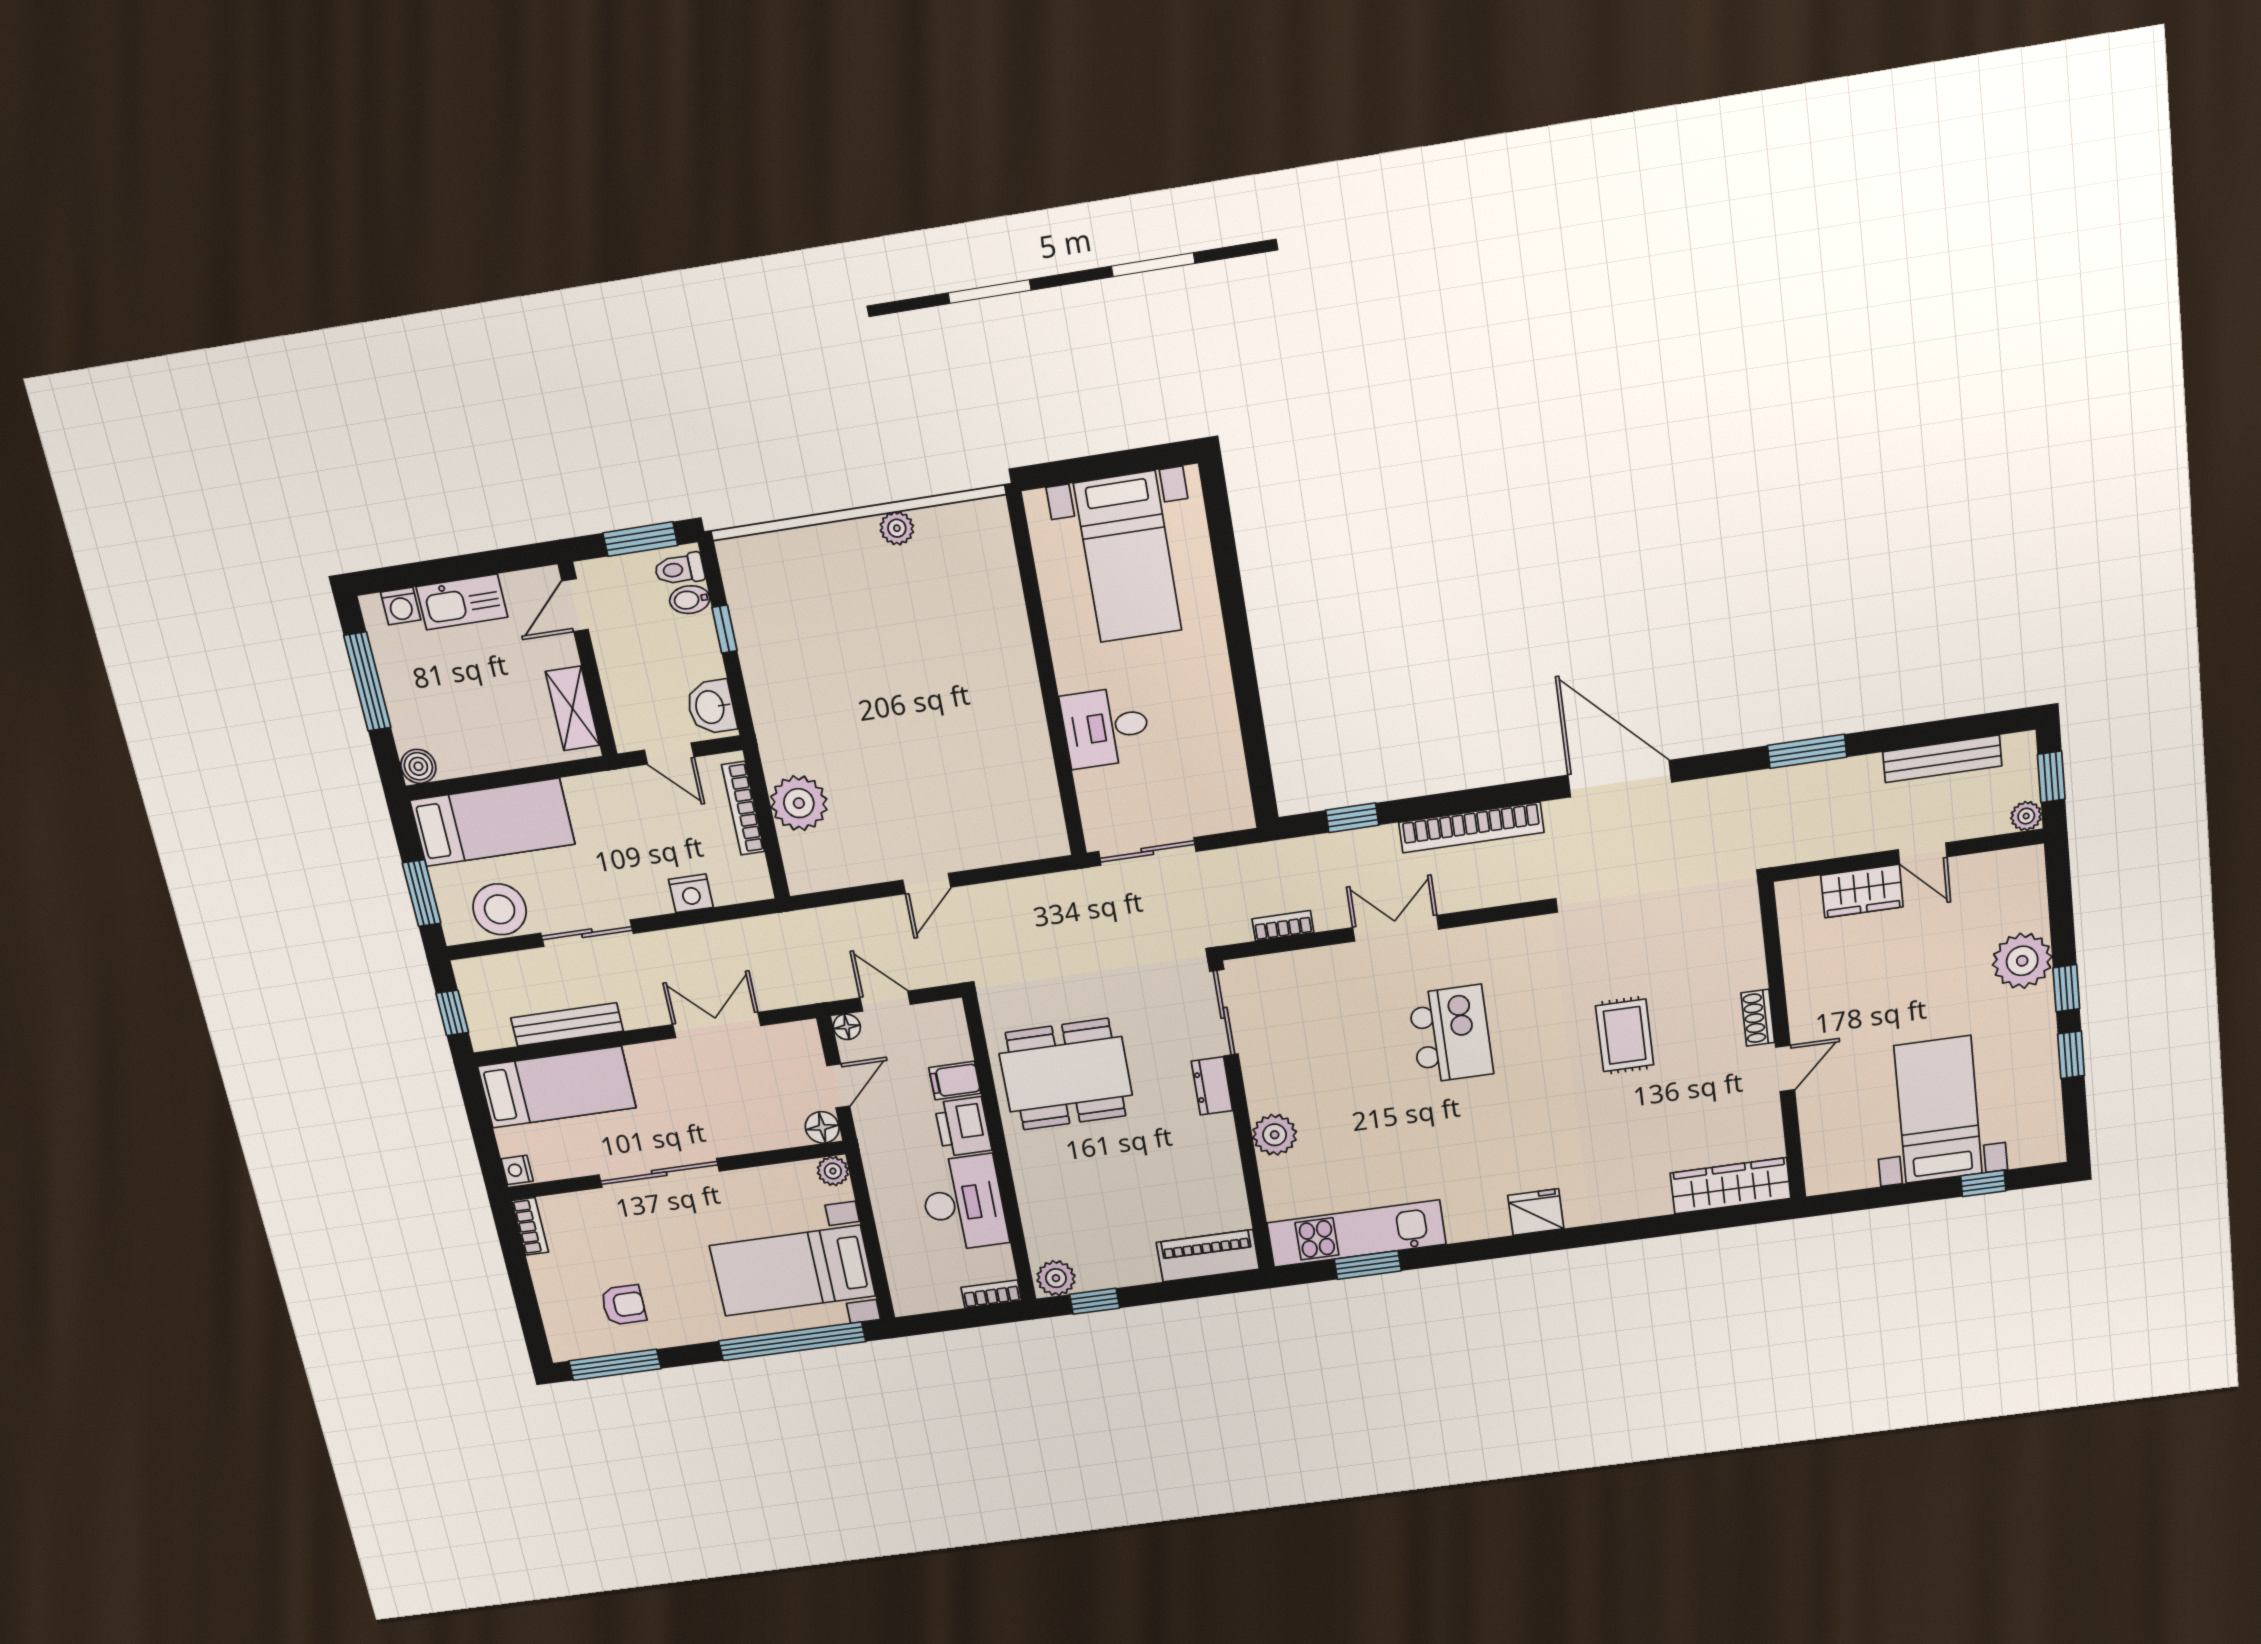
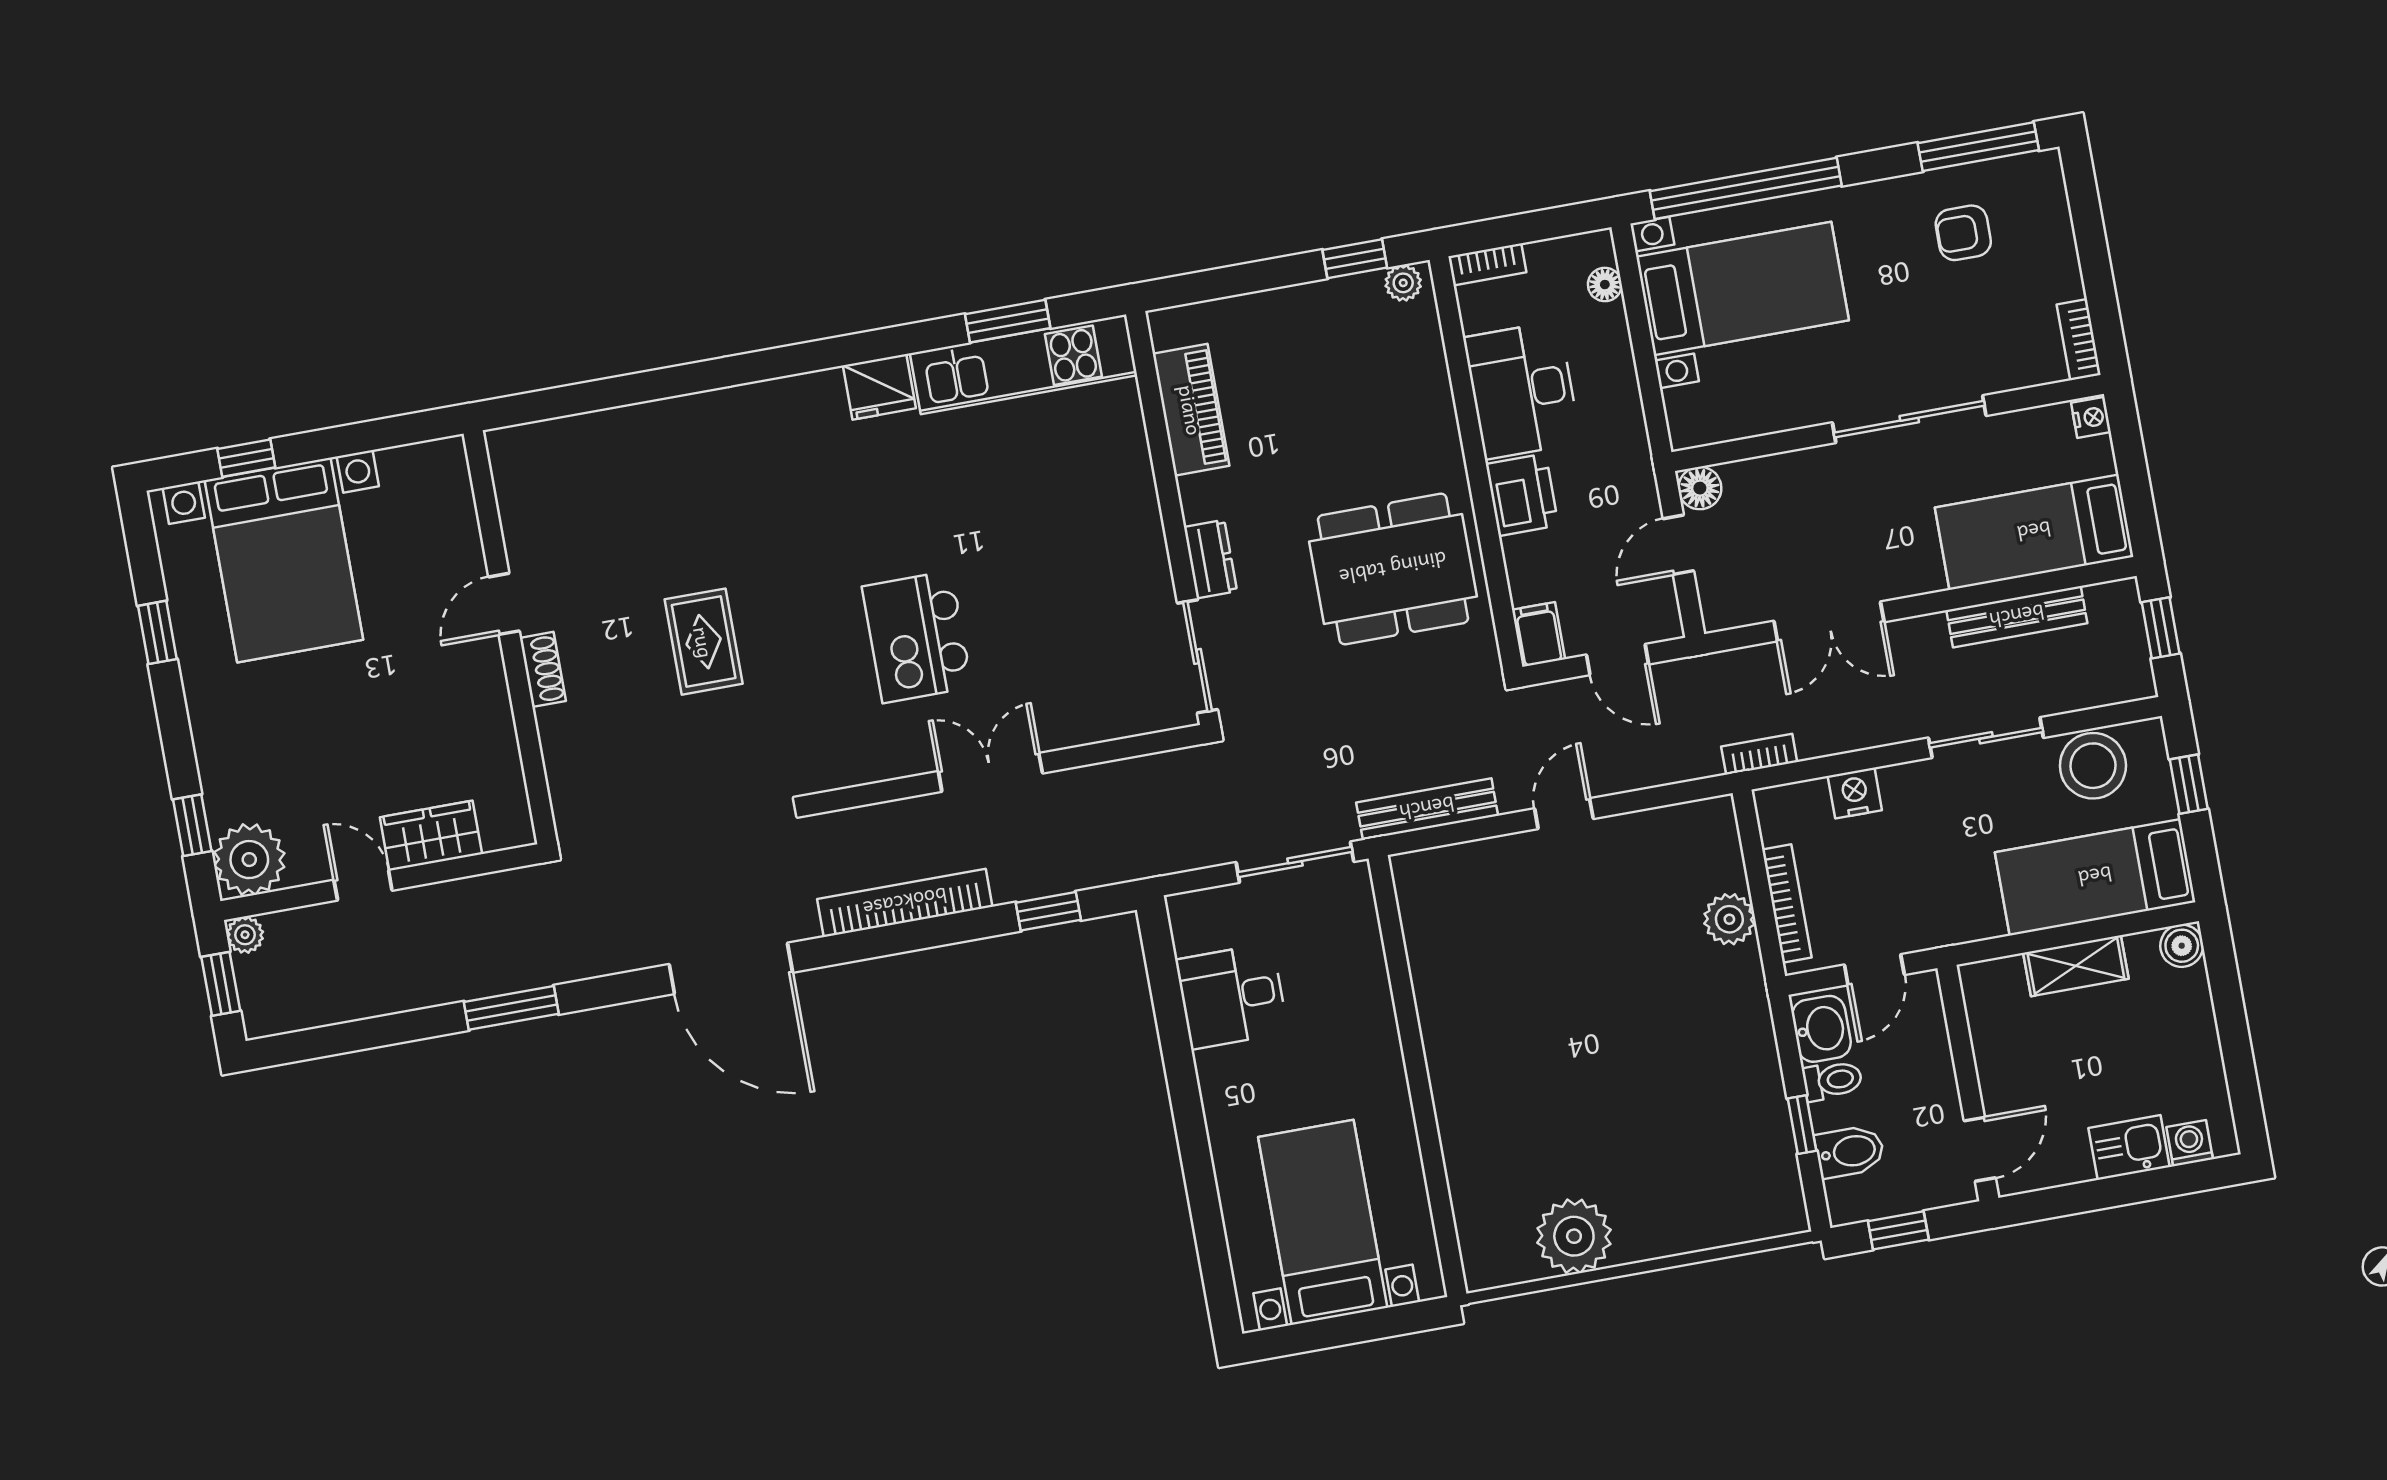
plant: (897, 528) -> (1574, 1236), width x1.87, depth x1.87
window: (640, 539) -> (1898, 1230), width x0.67
toilet: (679, 569) -> (1832, 1080), moved
bidet: (690, 600) -> (1850, 1152), width x1.38, depth x1.36
kitchen sink: (462, 602) -> (2129, 1147), width x0.73
window: (367, 682) -> (2237, 1050), removed
shelving: (573, 708) -> (2076, 966), moved, turned 90
desk: (1106, 727) -> (1232, 996), moved, turned 180
door: (669, 754) -> (1874, 970), swing flipped
bench: (1942, 759) -> (1427, 809), moved
plant: (799, 803) -> (1729, 919), width x0.73, depth x0.73
window: (422, 893) -> (2189, 784), width x0.67
bookcase: (1283, 926) -> (1759, 754), moved, turned 180
double door: (1396, 928) -> (990, 772), swing flipped
plant: (2022, 961) -> (249, 860), moved
window: (2066, 988) -> (192, 825), moved
floor lamp: (847, 1027) -> (1605, 285), moved
filing cabinet: (955, 1081) -> (1538, 634), moved, turned -90
bed with nightstands: (1938, 1110) -> (284, 560), width x1.36
plant: (1275, 1135) -> (1131, 496), removed
plant: (833, 1171) -> (1688, 429), removed
wardrobe: (1731, 1186) -> (559, 445), removed
fridge: (1536, 1212) -> (879, 387), moved
piano: (1208, 1256) -> (1191, 410), moved, turned -90
plant: (1056, 1278) -> (1403, 283), width x0.73, depth x0.73

